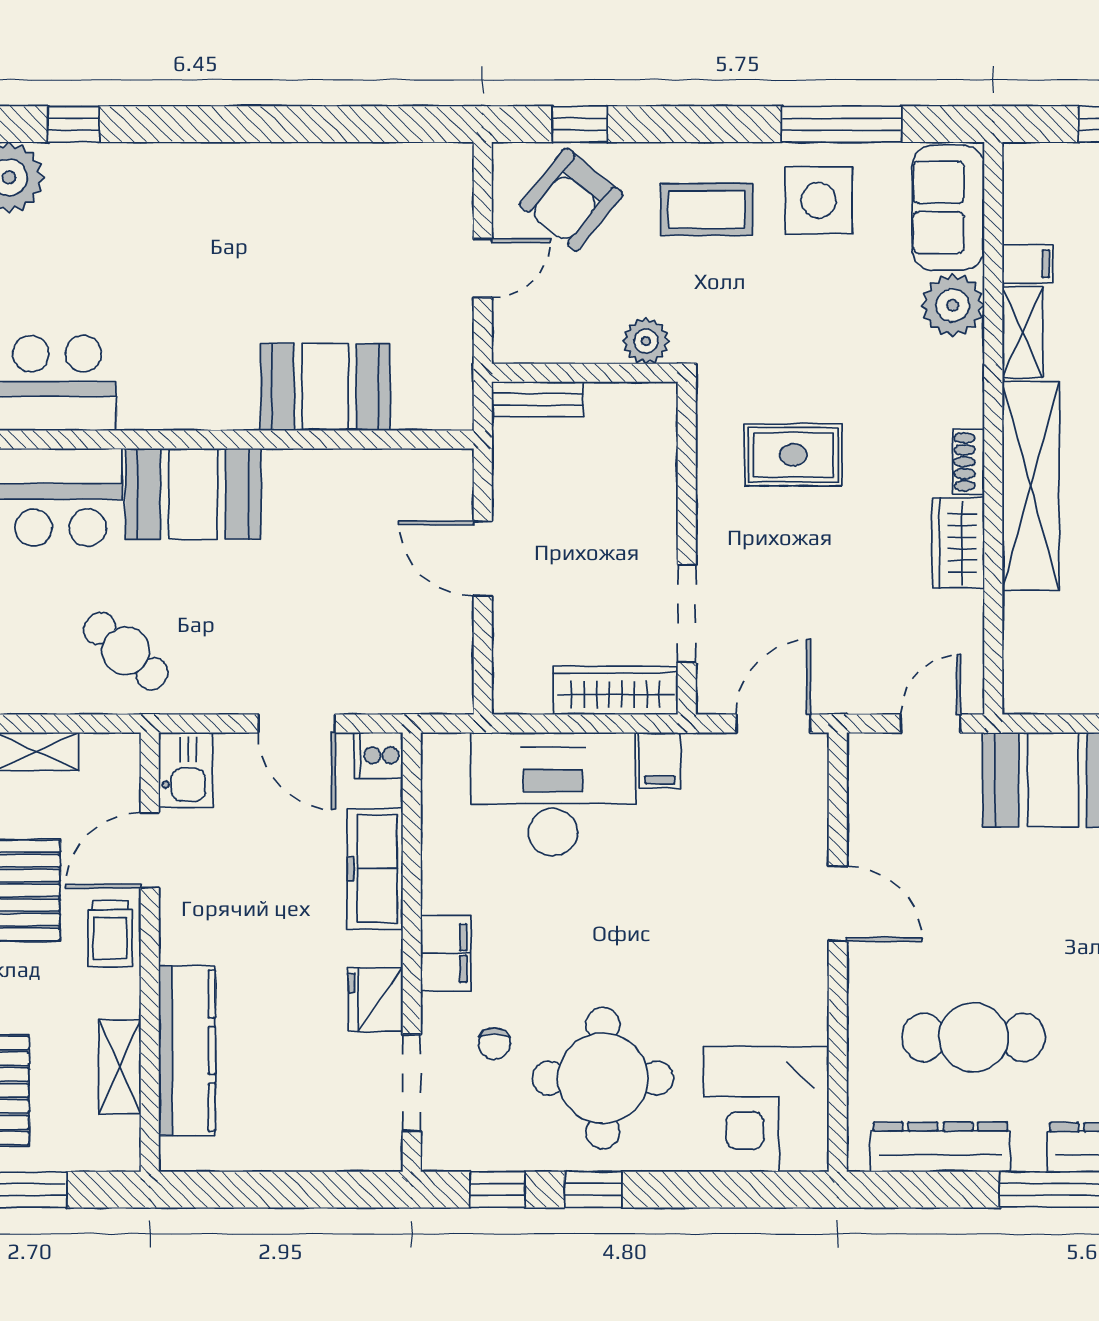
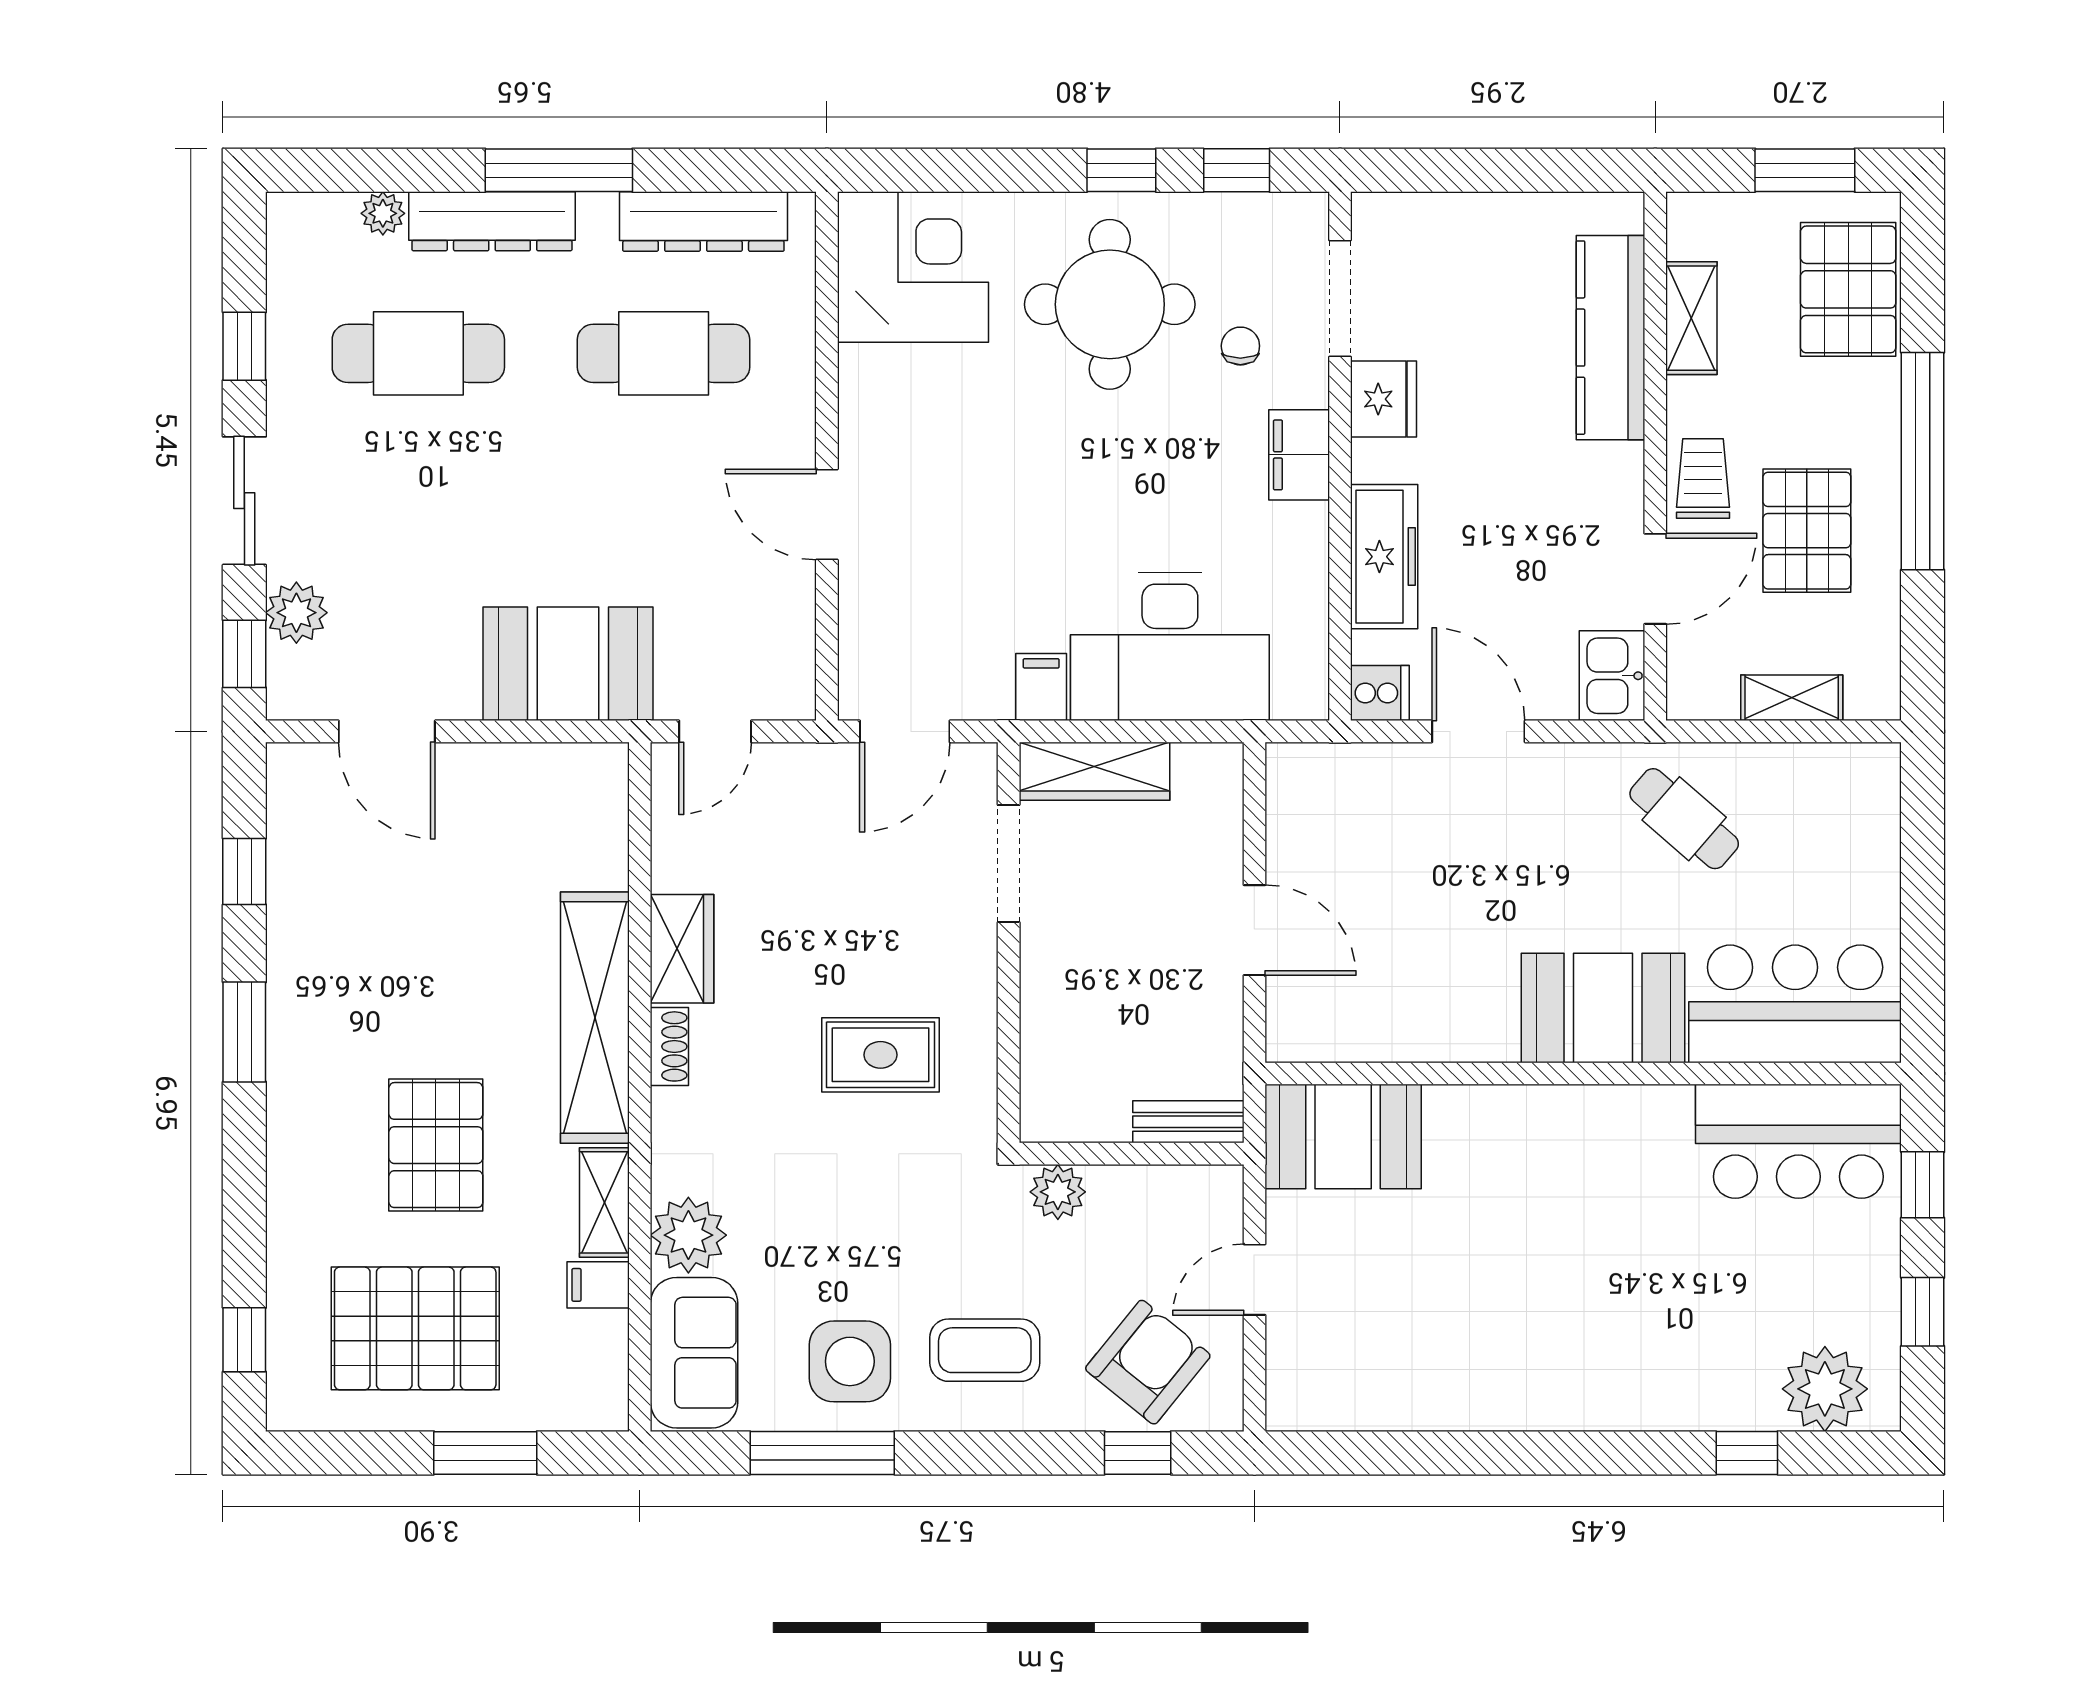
booth: (325, 387) -> (1343, 1136), moved

